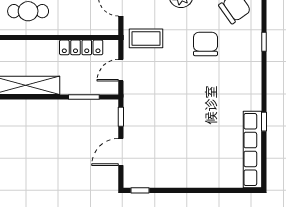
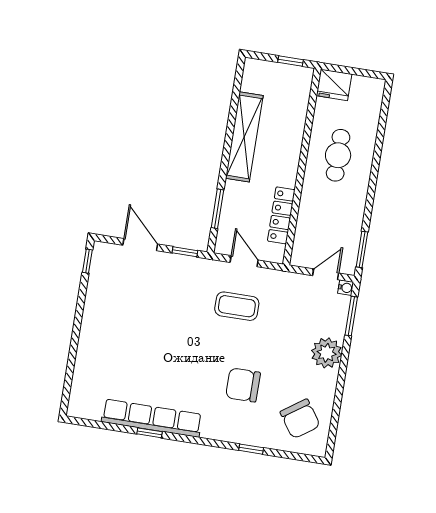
coffee table: (146, 38) -> (237, 306), moved, turned 90
chair: (205, 44) -> (243, 385), moved, turned 180
row of seats: (252, 149) -> (152, 418), moved

